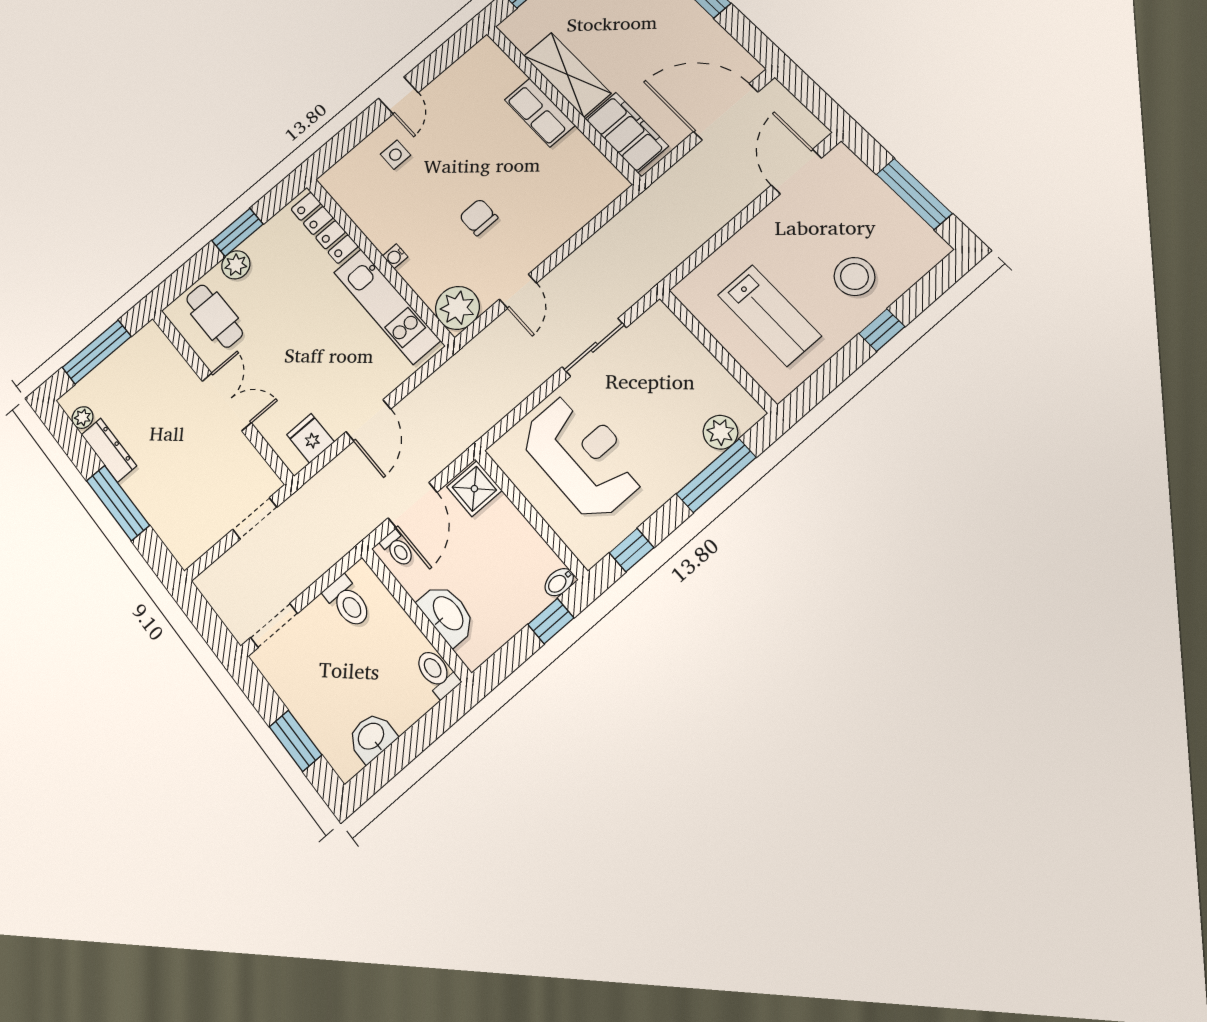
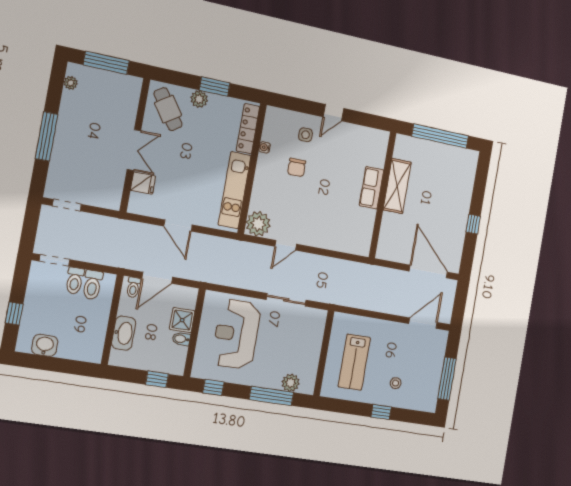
filing cabinet: (627, 132) -> (390, 235), removed
chair: (479, 217) -> (297, 167), moved, turned 180
water cooler: (395, 256) -> (265, 147), moved
stool: (854, 277) -> (396, 383), width x0.53, depth x0.53
cafe table: (214, 316) -> (168, 109), turned -34
door: (368, 420) -> (178, 226), hinge flipped
fridge: (310, 438) -> (143, 183), moved, turned 90
dresser: (109, 450) -> (67, 110), removed
reception desk: (583, 456) -> (236, 334), turned 180
shower: (474, 489) -> (182, 320), moved
doorway: (255, 518) -> (67, 205), moved
bidet: (559, 582) -> (181, 339), moved
toilet: (437, 673) -> (75, 281), moved, turned 180
window: (295, 741) -> (14, 313), width x0.67

